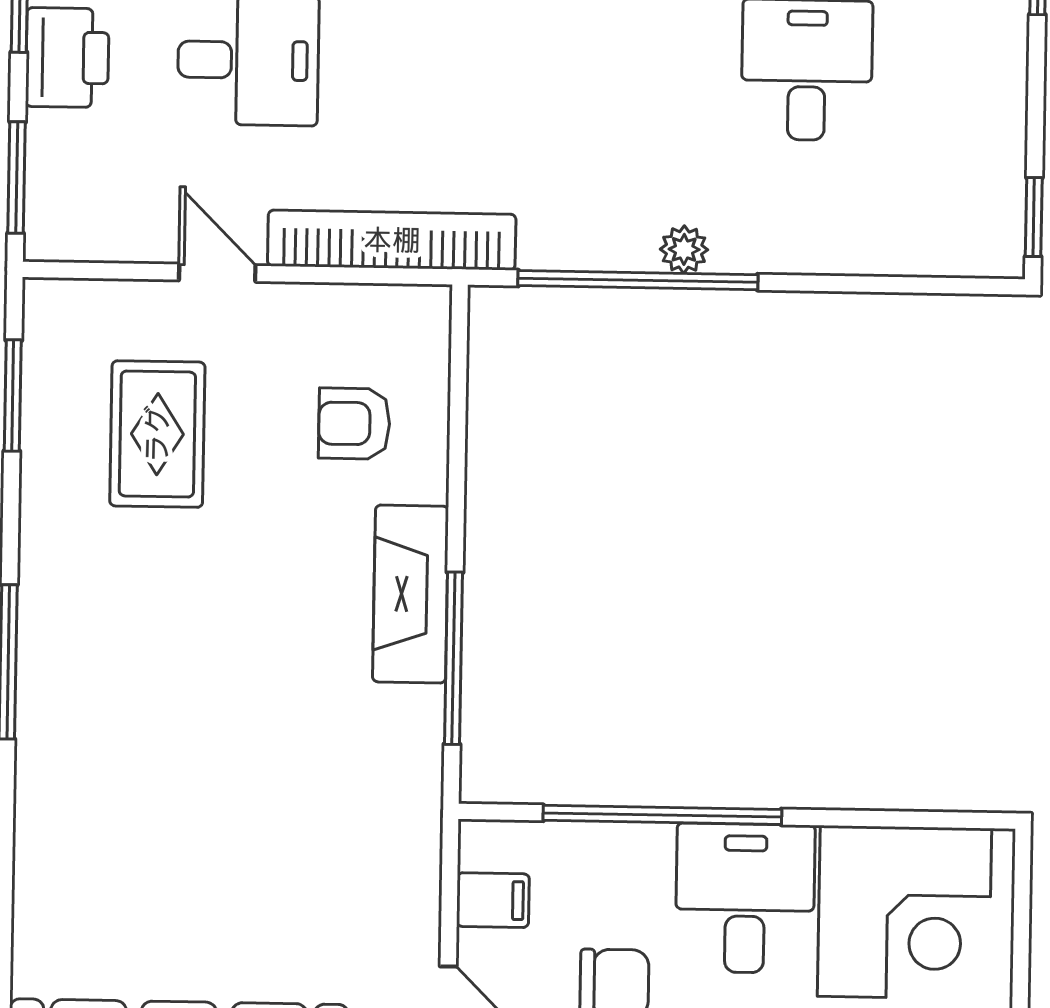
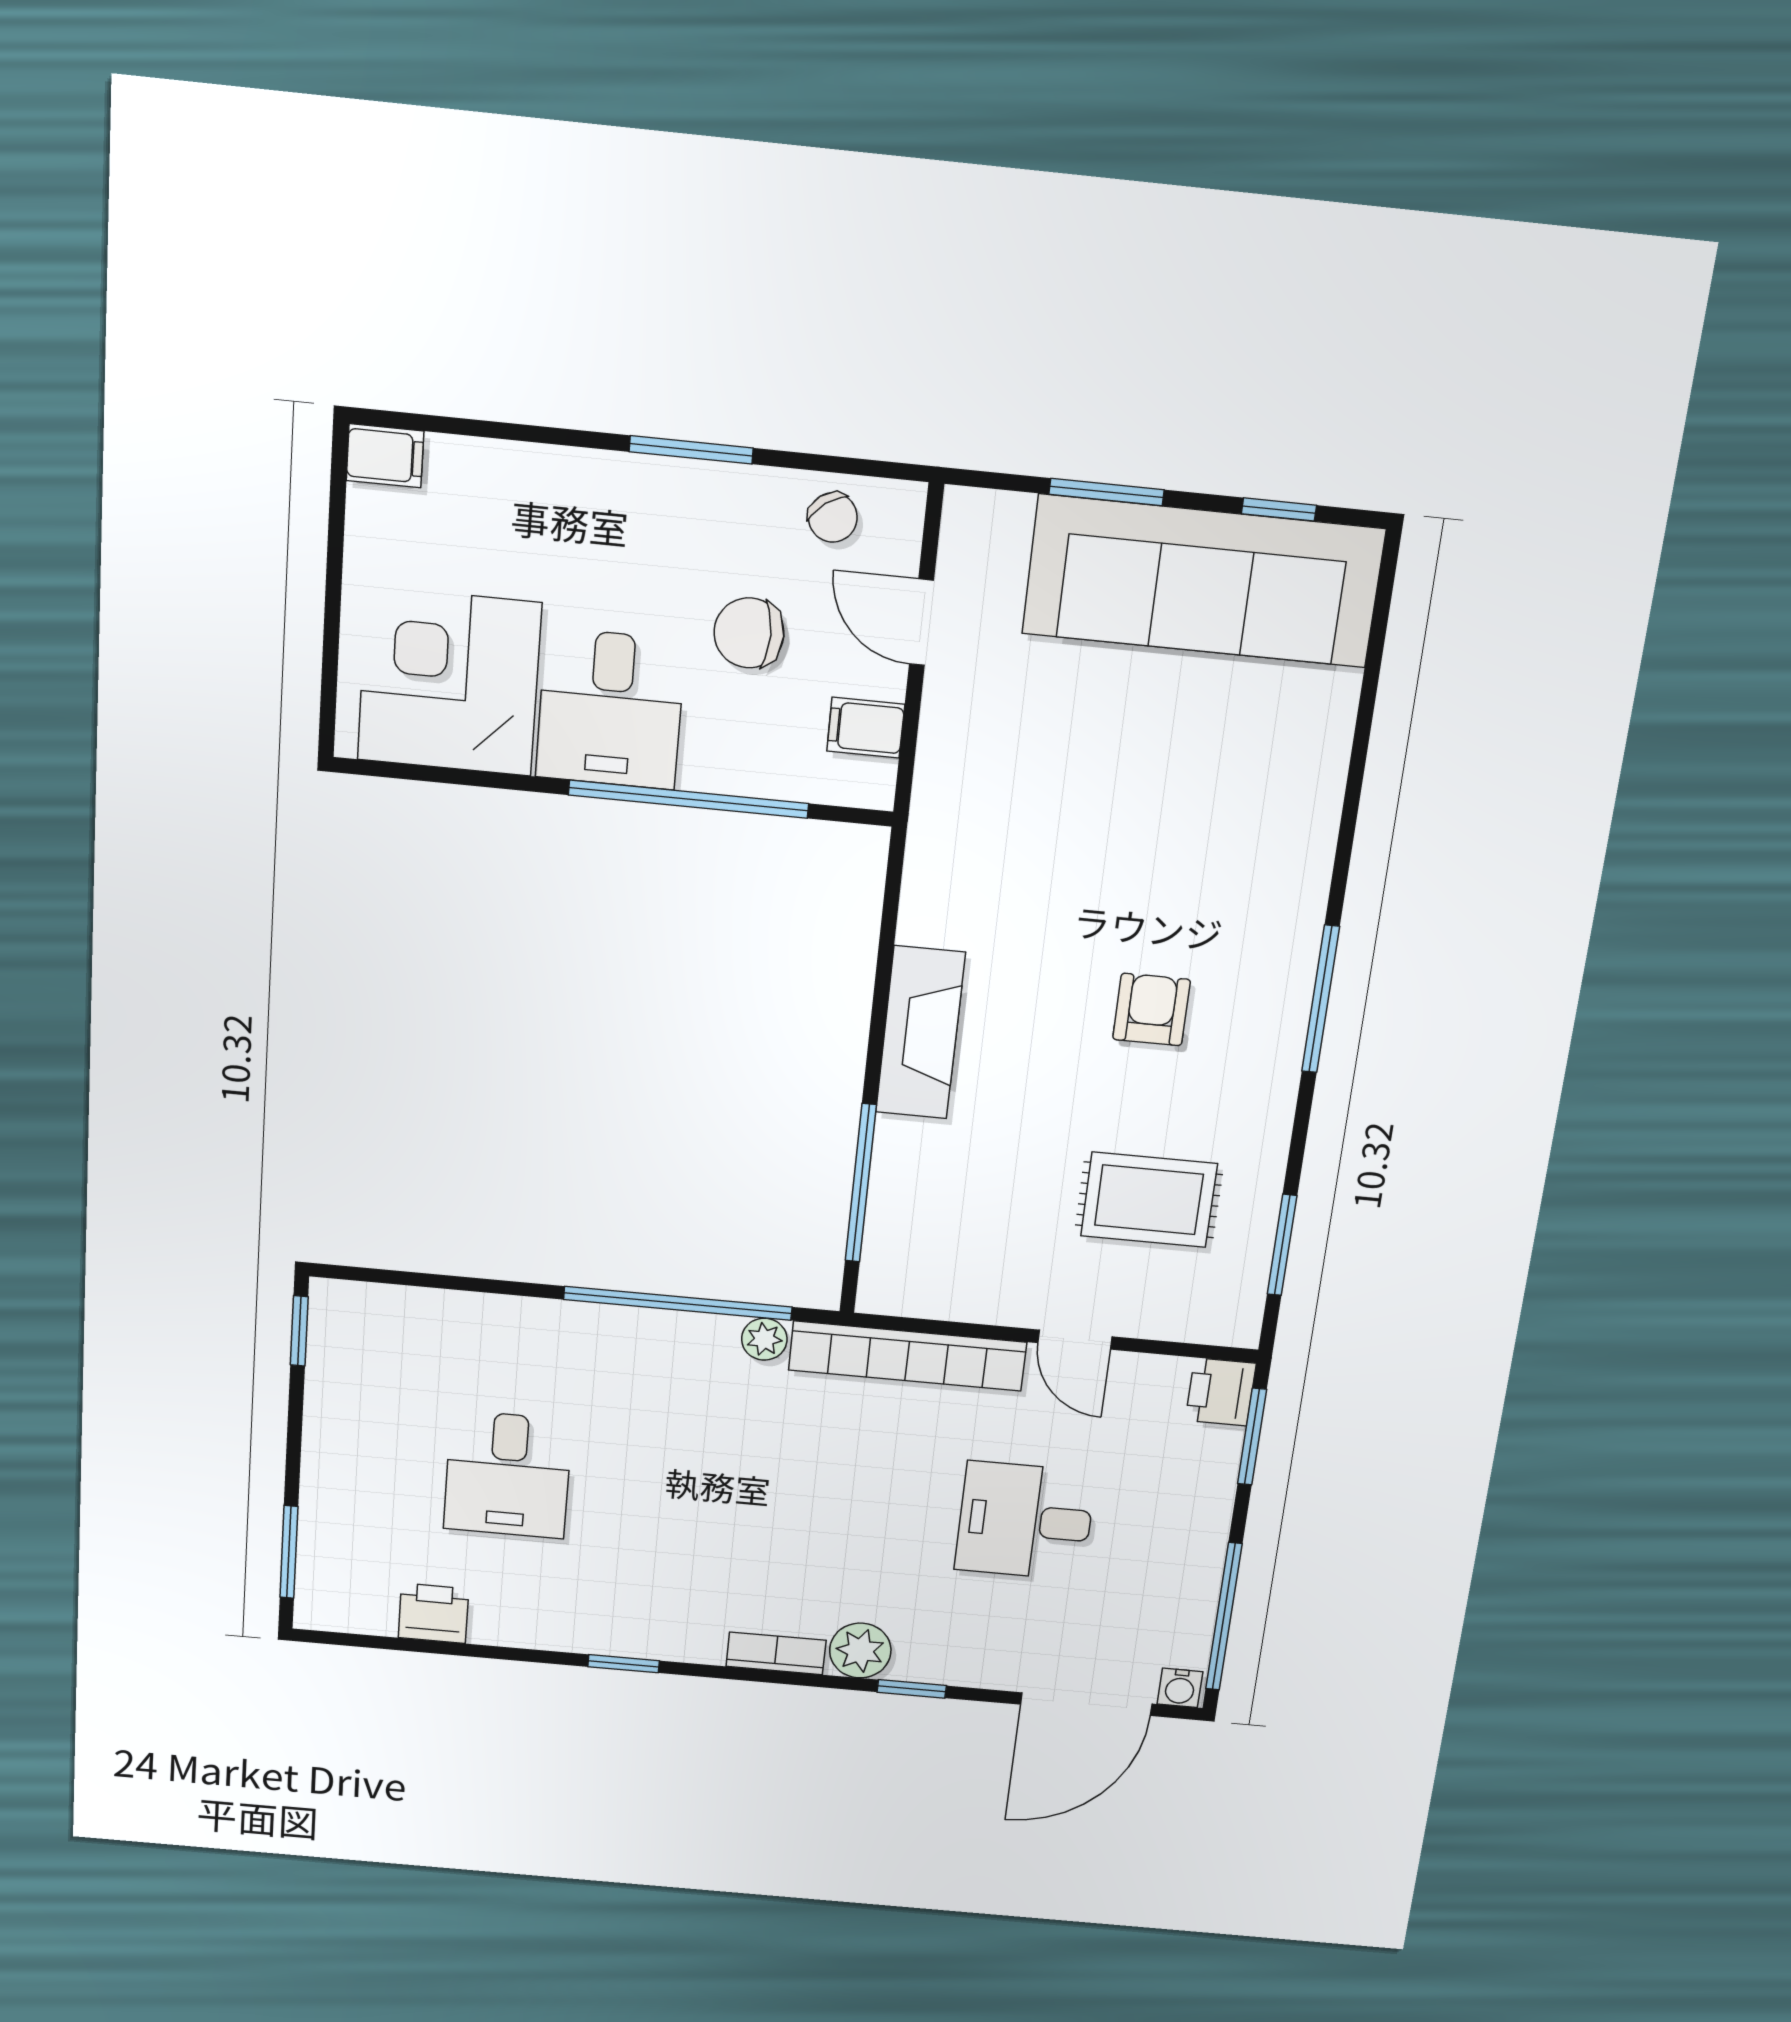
printer: (67, 58) -> (1221, 1392), moved, width x0.73, depth x0.81
plant: (684, 249) -> (764, 1339), moved
armchair: (354, 424) -> (1151, 1010), moved, turned -90
rug: (157, 434) -> (1149, 1200), turned 90
window: (454, 658) -> (861, 1183), moved

